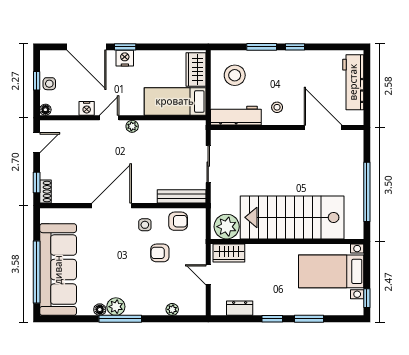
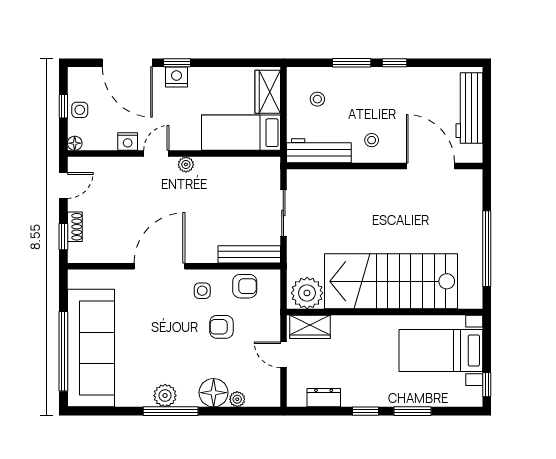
stool: (235, 75) -> (317, 99), width x0.53, depth x0.53
shoe rack: (45, 192) -> (75, 227), moved
floor lamp: (100, 310) -> (214, 393), moved, width x1.89, depth x1.89

